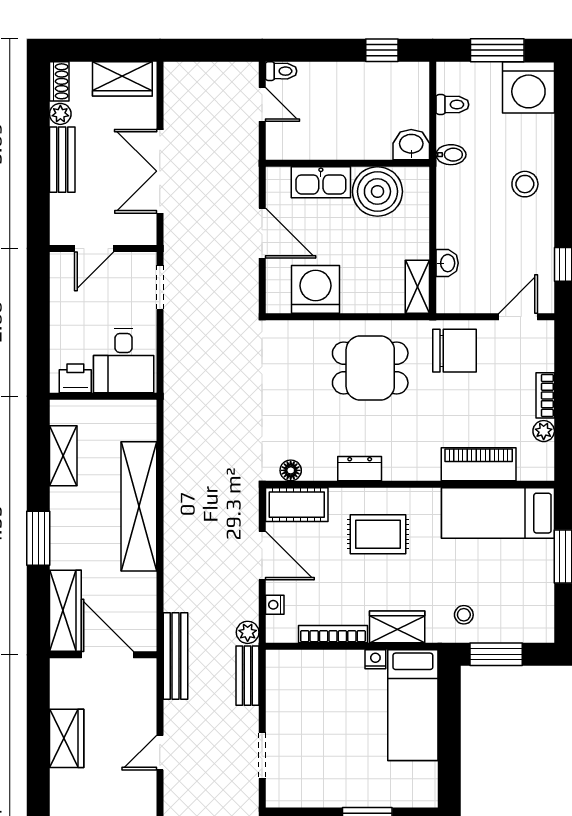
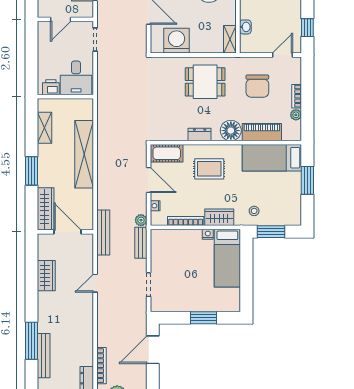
chair: (455, 351) -> (257, 86), moved, turned 90
floor lamp: (291, 470) -> (231, 131), moved, width x1.89, depth x1.89

